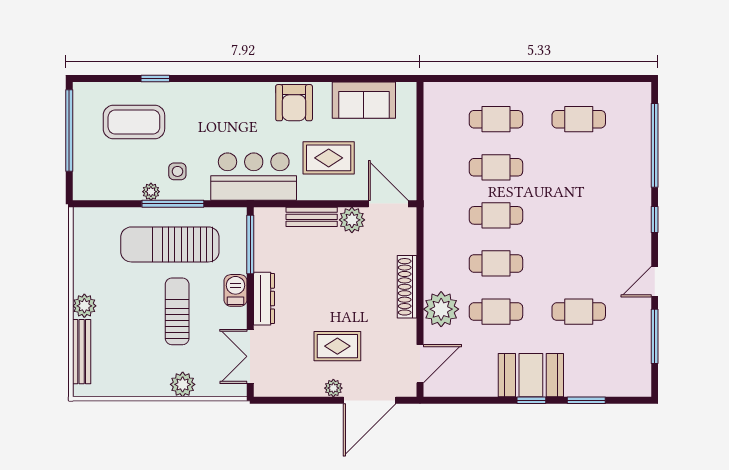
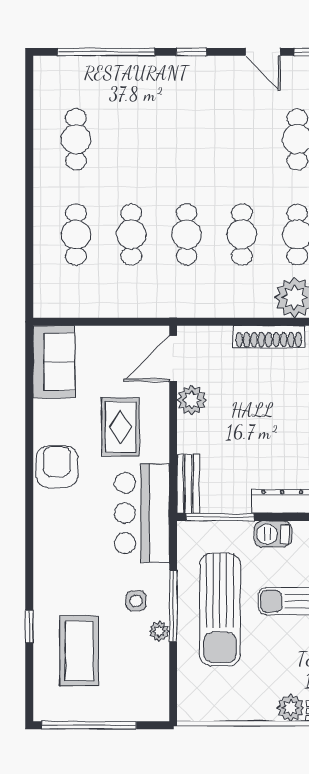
sofa: (364, 100) -> (54, 362), moved
armchair: (294, 103) -> (57, 467), turned -90
bench: (312, 217) -> (188, 484), moved

